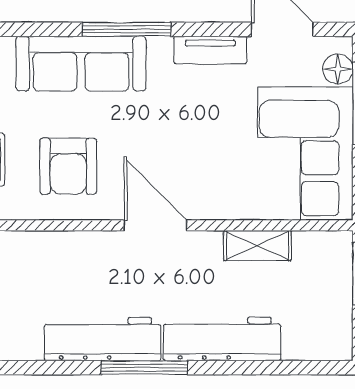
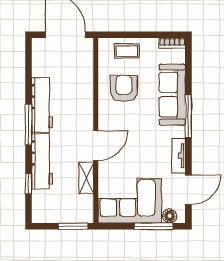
armchair: (68, 166) -> (124, 89), turned 90
door: (155, 225) -> (96, 146), moved
window: (270, 368) -> (29, 184), added

